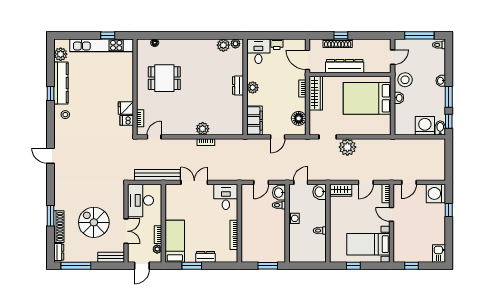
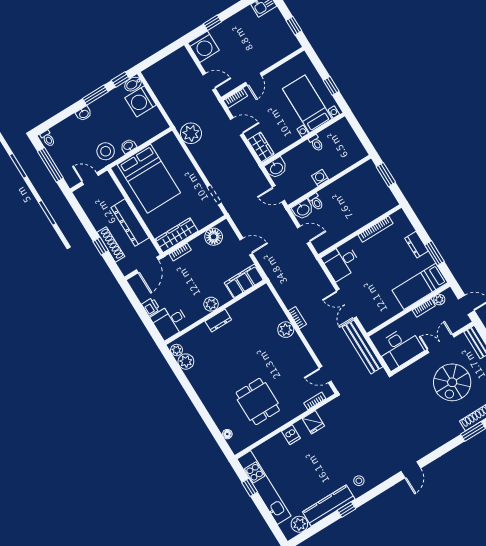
dishwasher: (127, 120) -> (291, 435), moved
plant: (347, 147) -> (191, 133), moved
bed with nightstands: (368, 244) -> (307, 104), moved, turned 180

